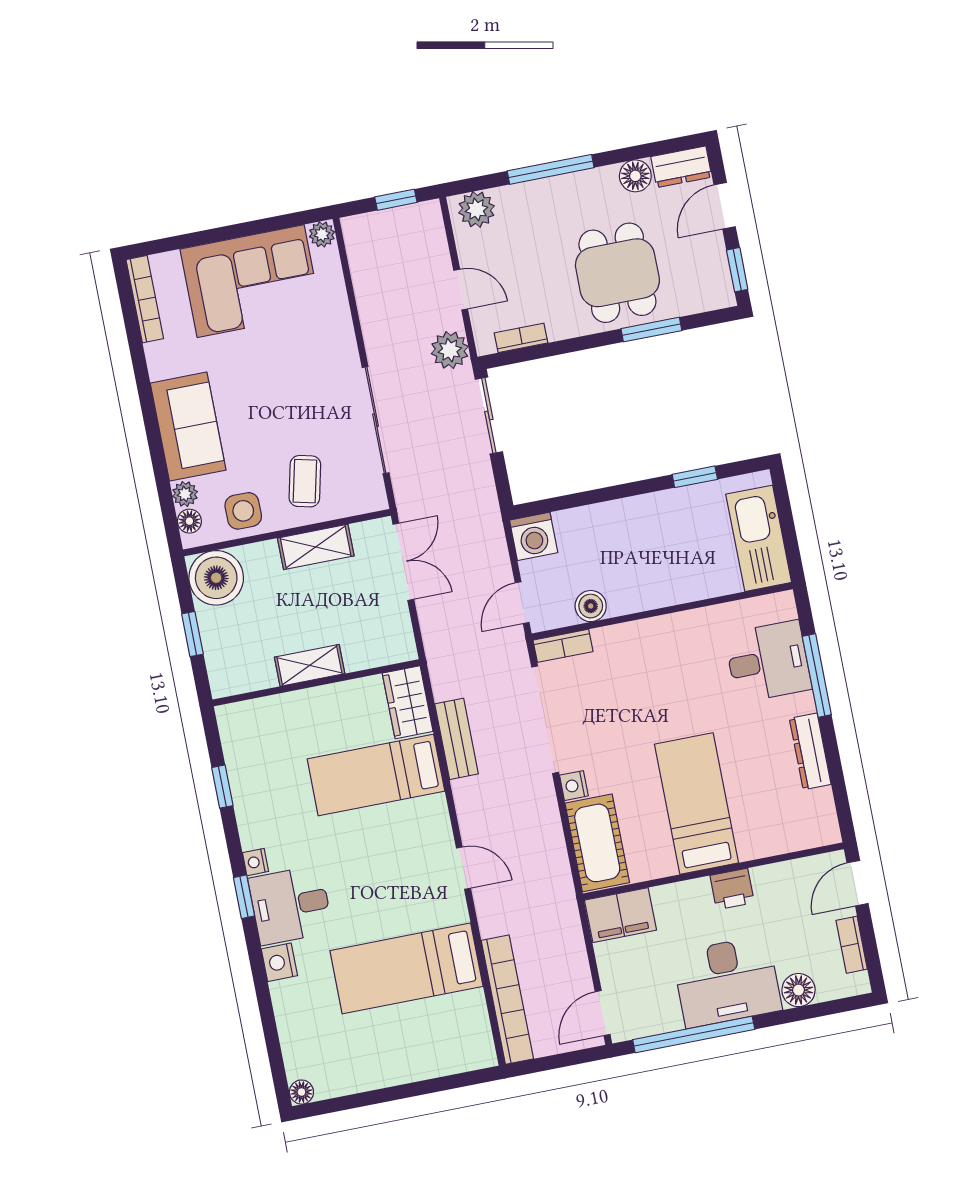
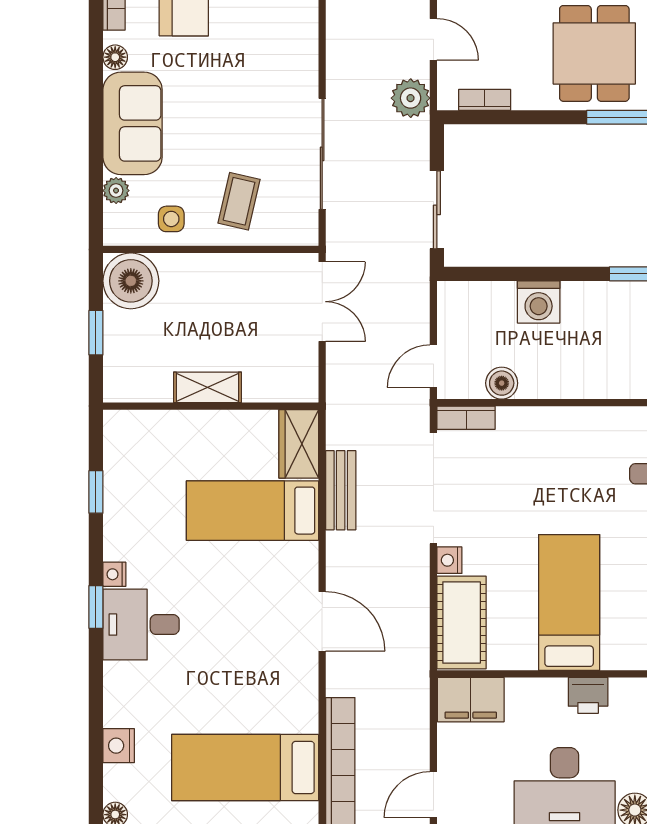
sliding door: (489, 415) -> (437, 210), moved
side table: (243, 511) -> (171, 219), width x0.73, depth x0.73
floor lamp: (189, 521) -> (115, 57), moved
washing machine: (534, 536) -> (539, 302), moved
shelving: (316, 547) -> (237, 269), removed
door: (463, 868) -> (322, 621), width x1.38
nightstand: (279, 962) -> (119, 746), moved
bed: (406, 968) -> (245, 767), moved

